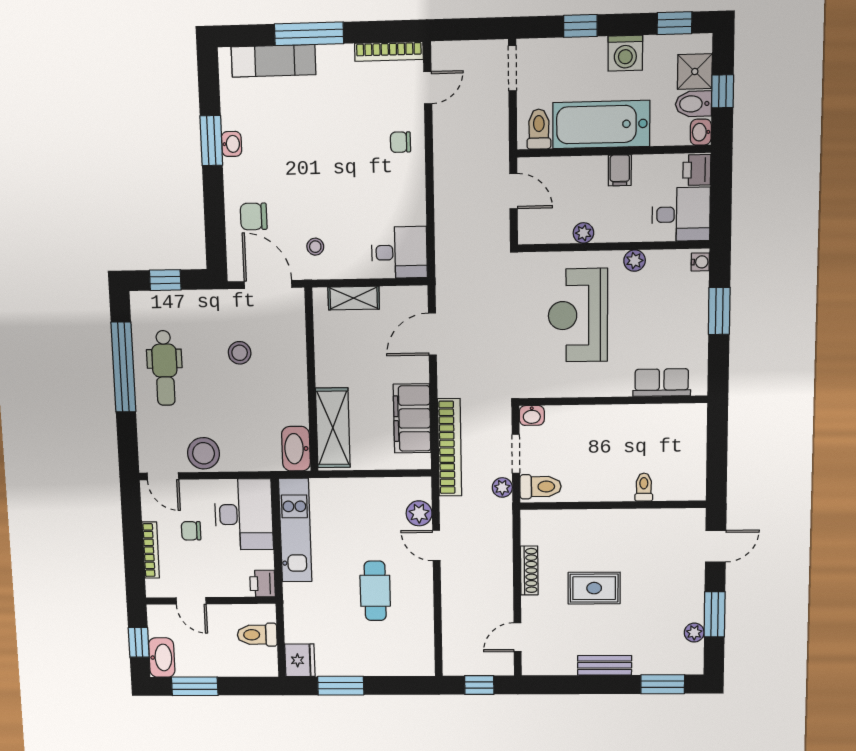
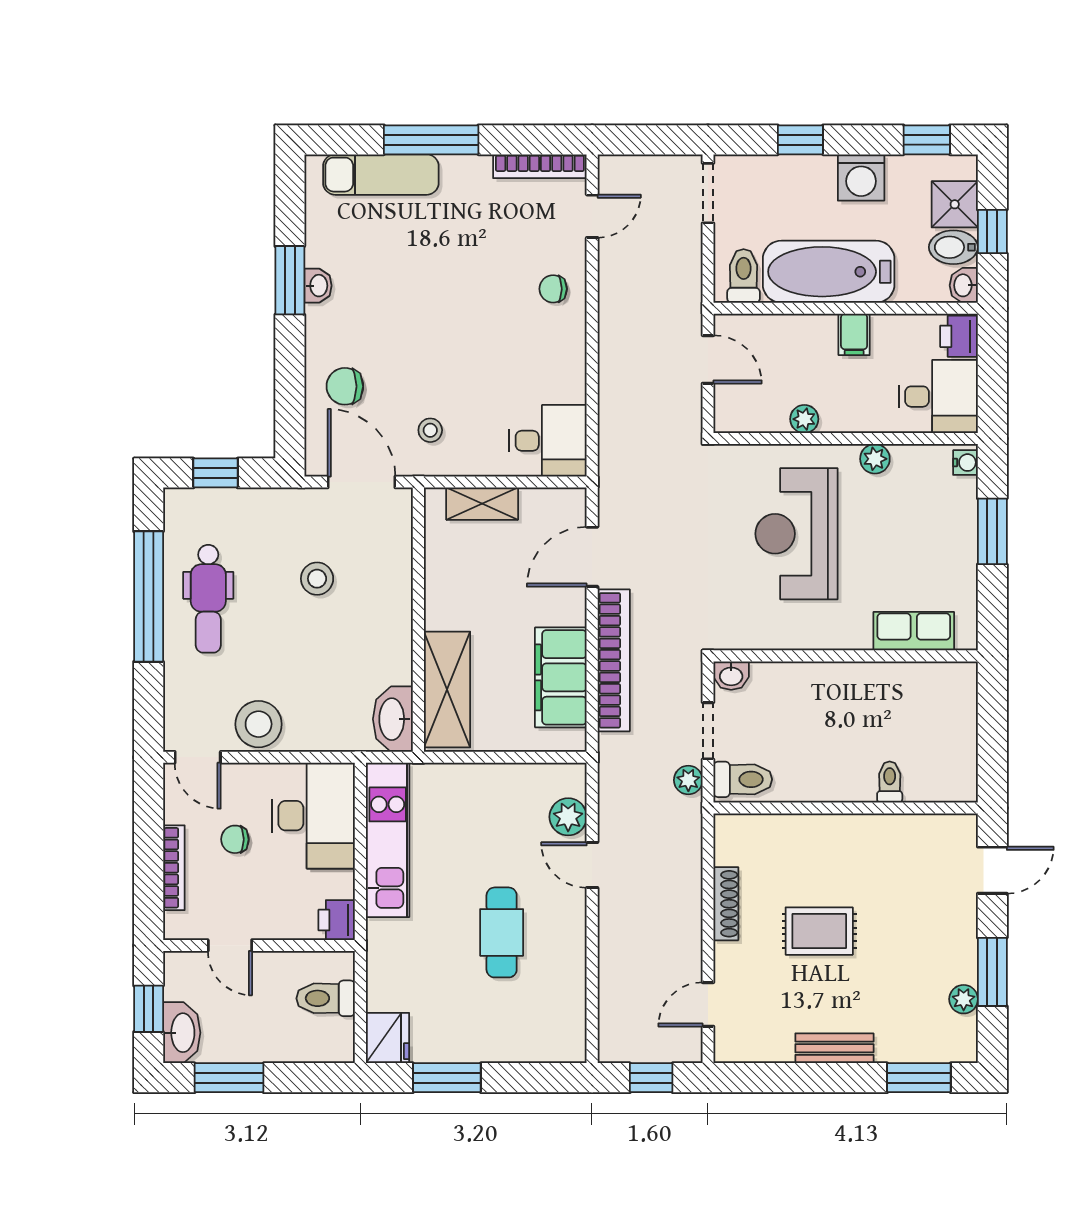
bookcase: (450, 447) -> (614, 660), moved

